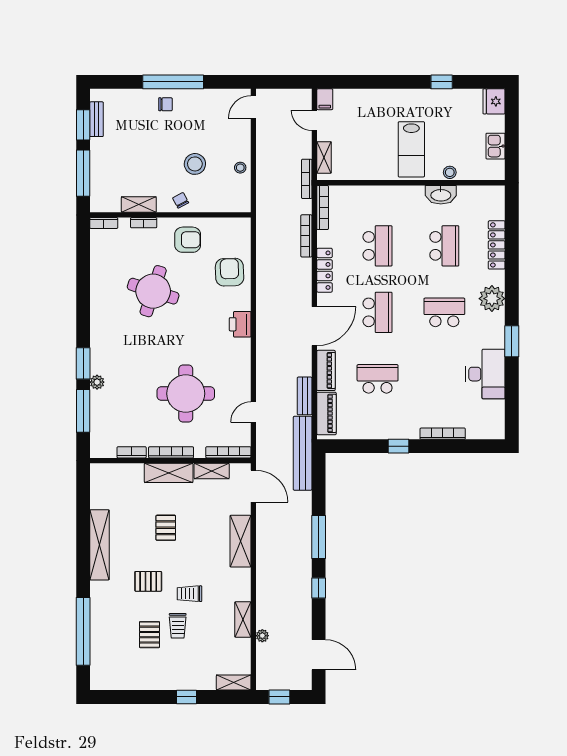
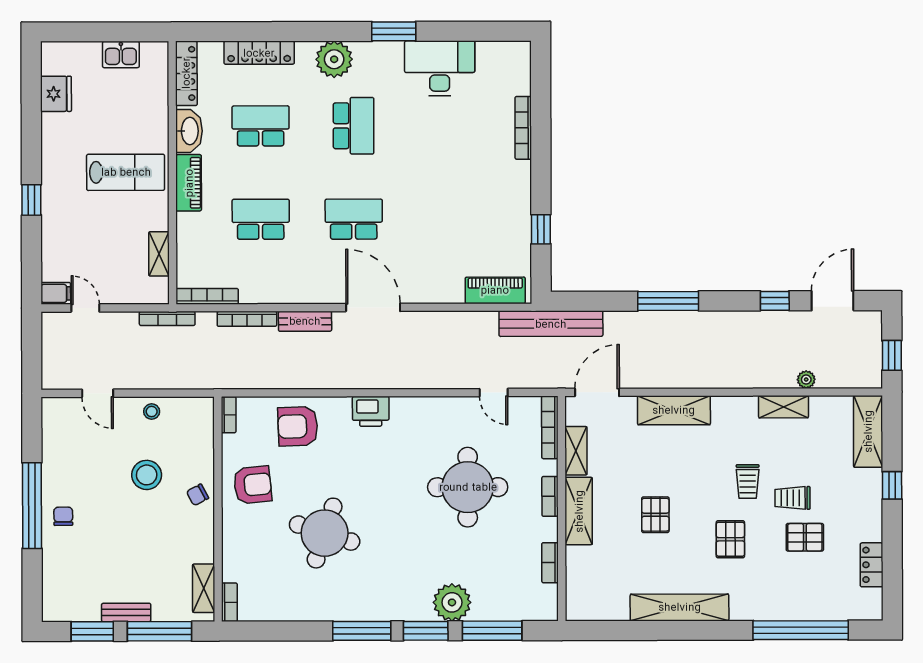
window: (442, 82) -> (31, 200), moved
fridge: (494, 101) -> (56, 94), moved, turned -90
door: (253, 107) -> (98, 393), moved
bench: (97, 119) -> (126, 613), moved
door: (314, 120) -> (85, 308), swing flipped
shelving: (324, 157) -> (159, 254), moved, turned 90
stool: (450, 172) -> (158, 119), removed
shelving: (139, 205) -> (204, 588), moved
bookcase: (144, 223) -> (229, 415), moved
armchair: (188, 240) -> (253, 485), turned 84
locker: (325, 270) -> (186, 73), moved, turned 90
school desk: (444, 312) -> (354, 126), turned 180
window: (83, 318) -> (362, 631), added
piano: (326, 370) -> (189, 183), moved, turned 90
school desk: (378, 379) -> (447, 219), removed
plant: (97, 382) -> (452, 602), width x1.88, depth x1.88
bench: (305, 396) -> (305, 321), moved
window: (399, 446) -> (541, 229), moved
bookcase: (171, 452) -> (550, 496), width x0.64
pallet: (166, 528) -> (655, 515), turned 90
window: (319, 588) -> (775, 301), moved
trolley: (178, 626) -> (793, 498), turned 180
locker: (130, 682) -> (872, 565), added
shelving: (234, 682) -> (868, 431), width x1.50, depth x1.33

